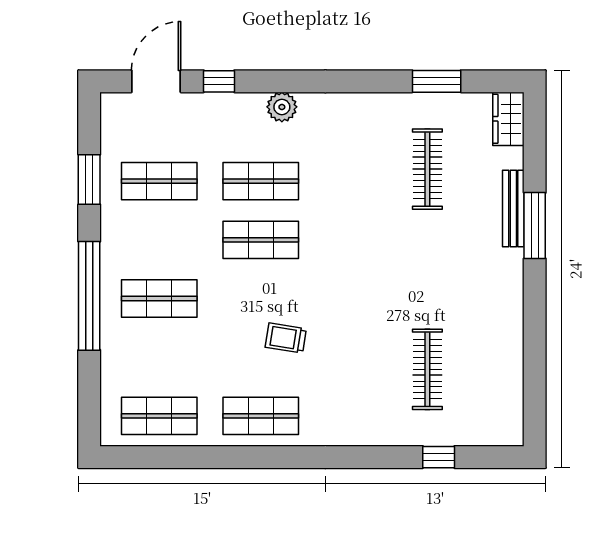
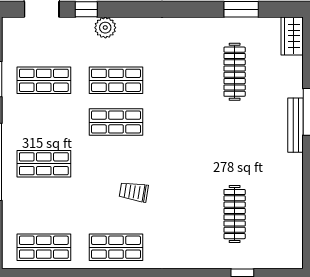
plant: (282, 107) -> (105, 28), moved
bench: (513, 208) -> (296, 125), moved

